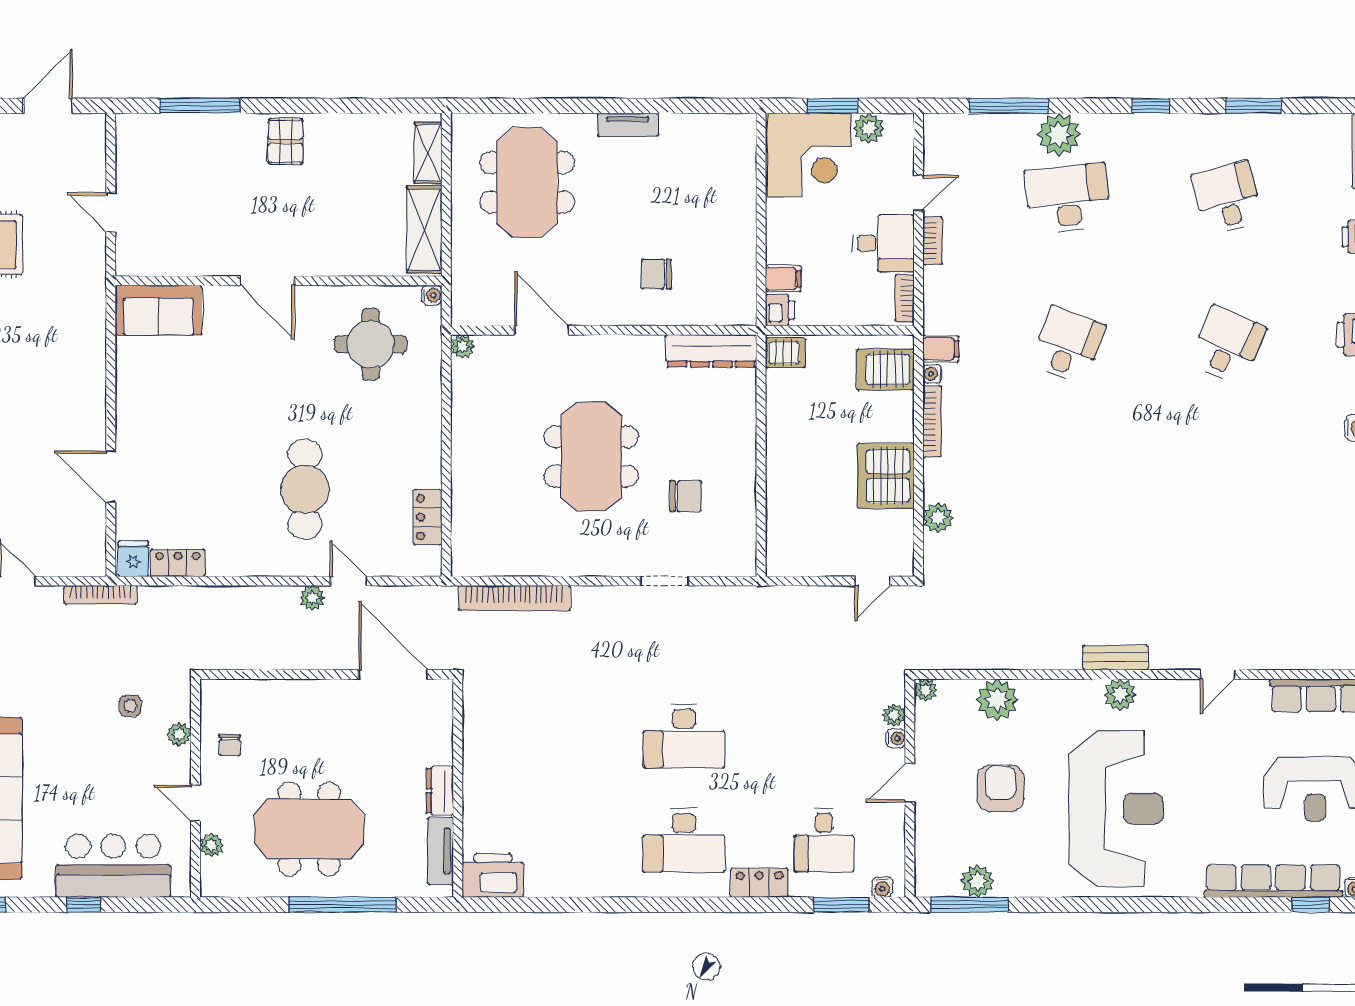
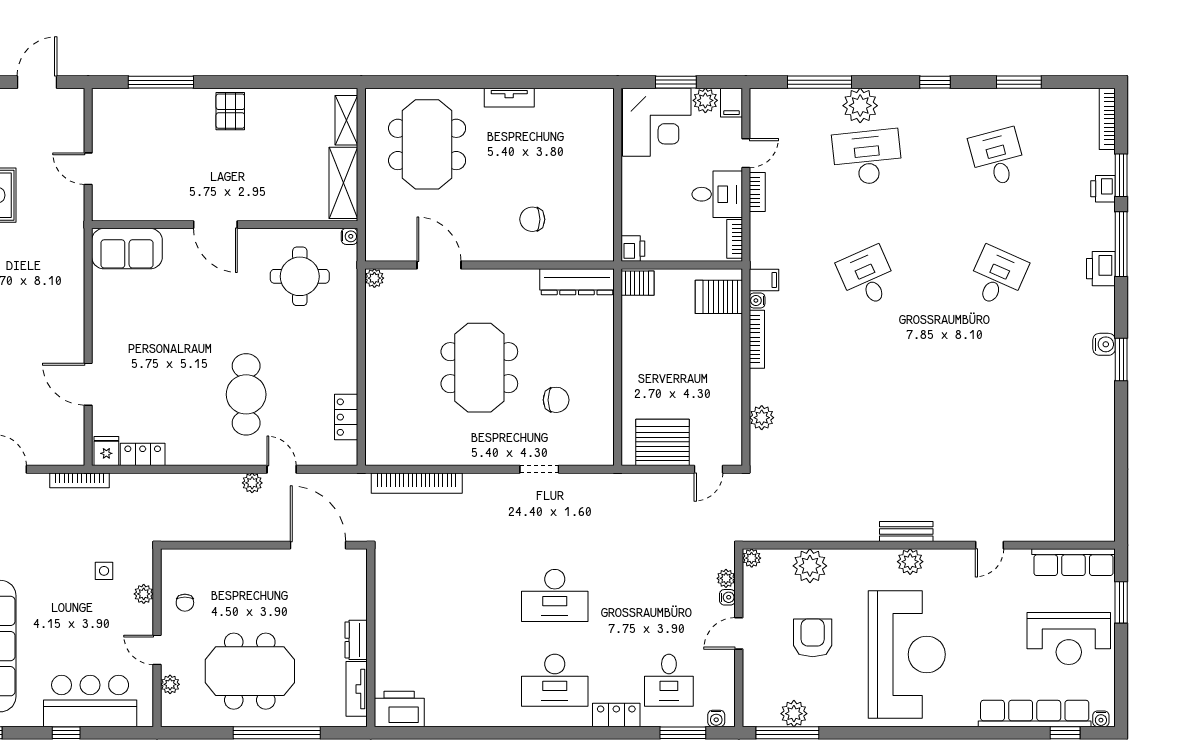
filing cabinet: (783, 279) -> (731, 103), moved, turned 90
desk: (1068, 345) -> (867, 277), turned -45
server rack: (886, 476) -> (663, 442), moved, turned 90

